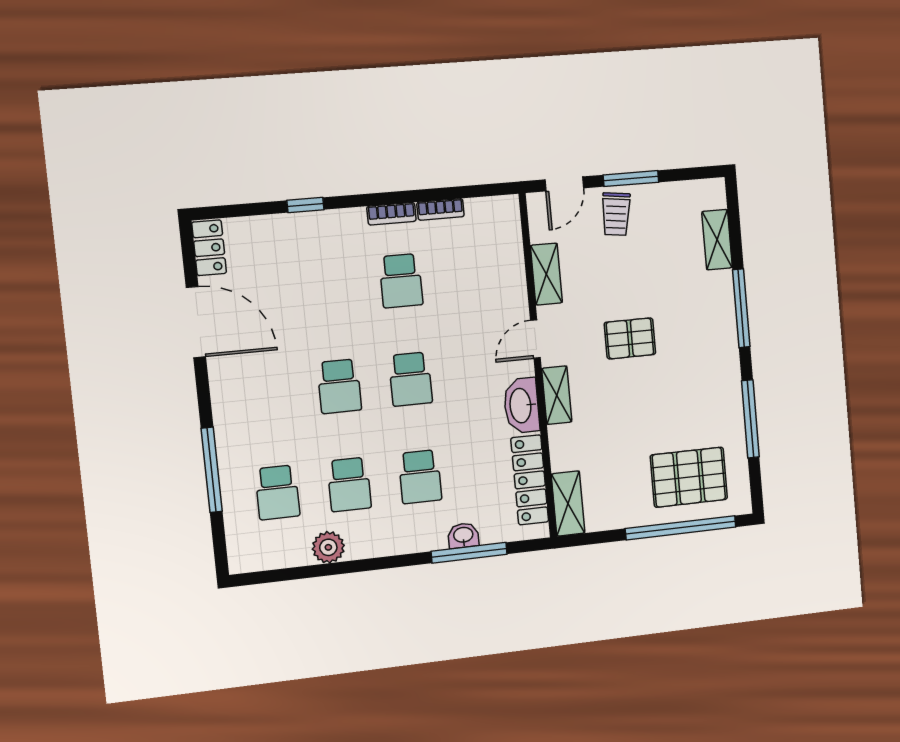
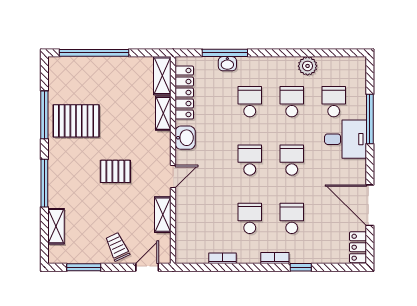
window: (631, 179) -> (84, 267), moved
bookcase: (391, 214) -> (275, 258), moved
trolley: (616, 214) -> (117, 247), turned -32
school desk: (329, 287) -> (292, 218), added
shelving: (557, 395) -> (163, 113), moved
washbasin: (521, 406) -> (185, 138), width x0.72
desk: (250, 431) -> (345, 139), added
pallet: (689, 477) -> (76, 121), moved

